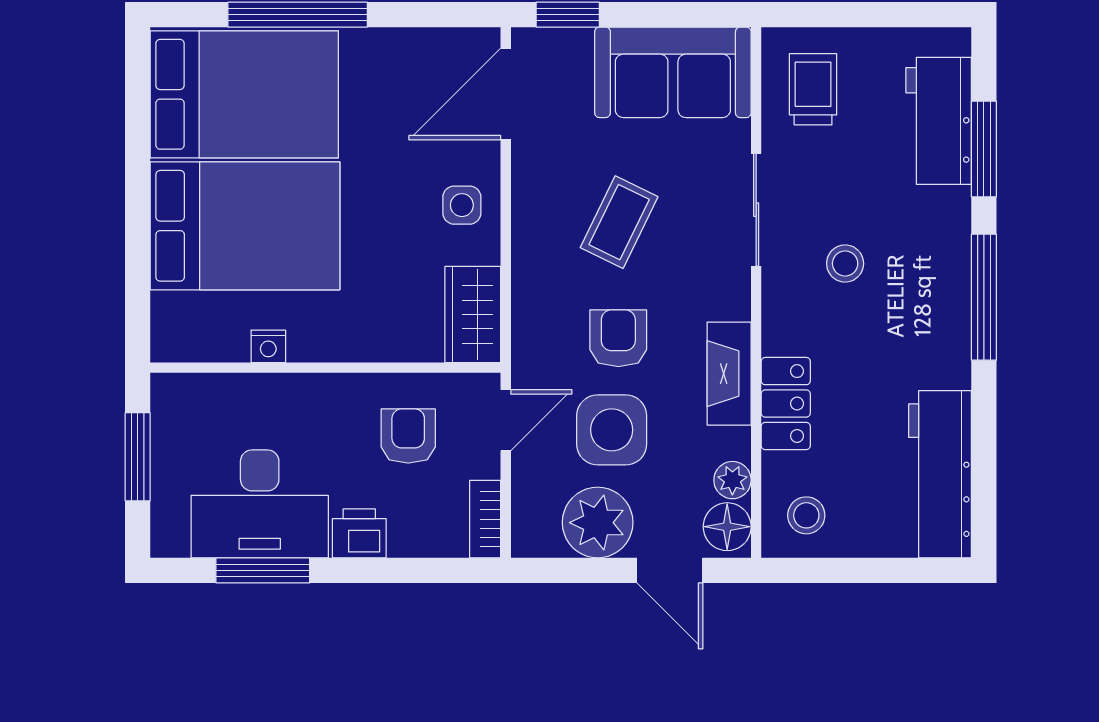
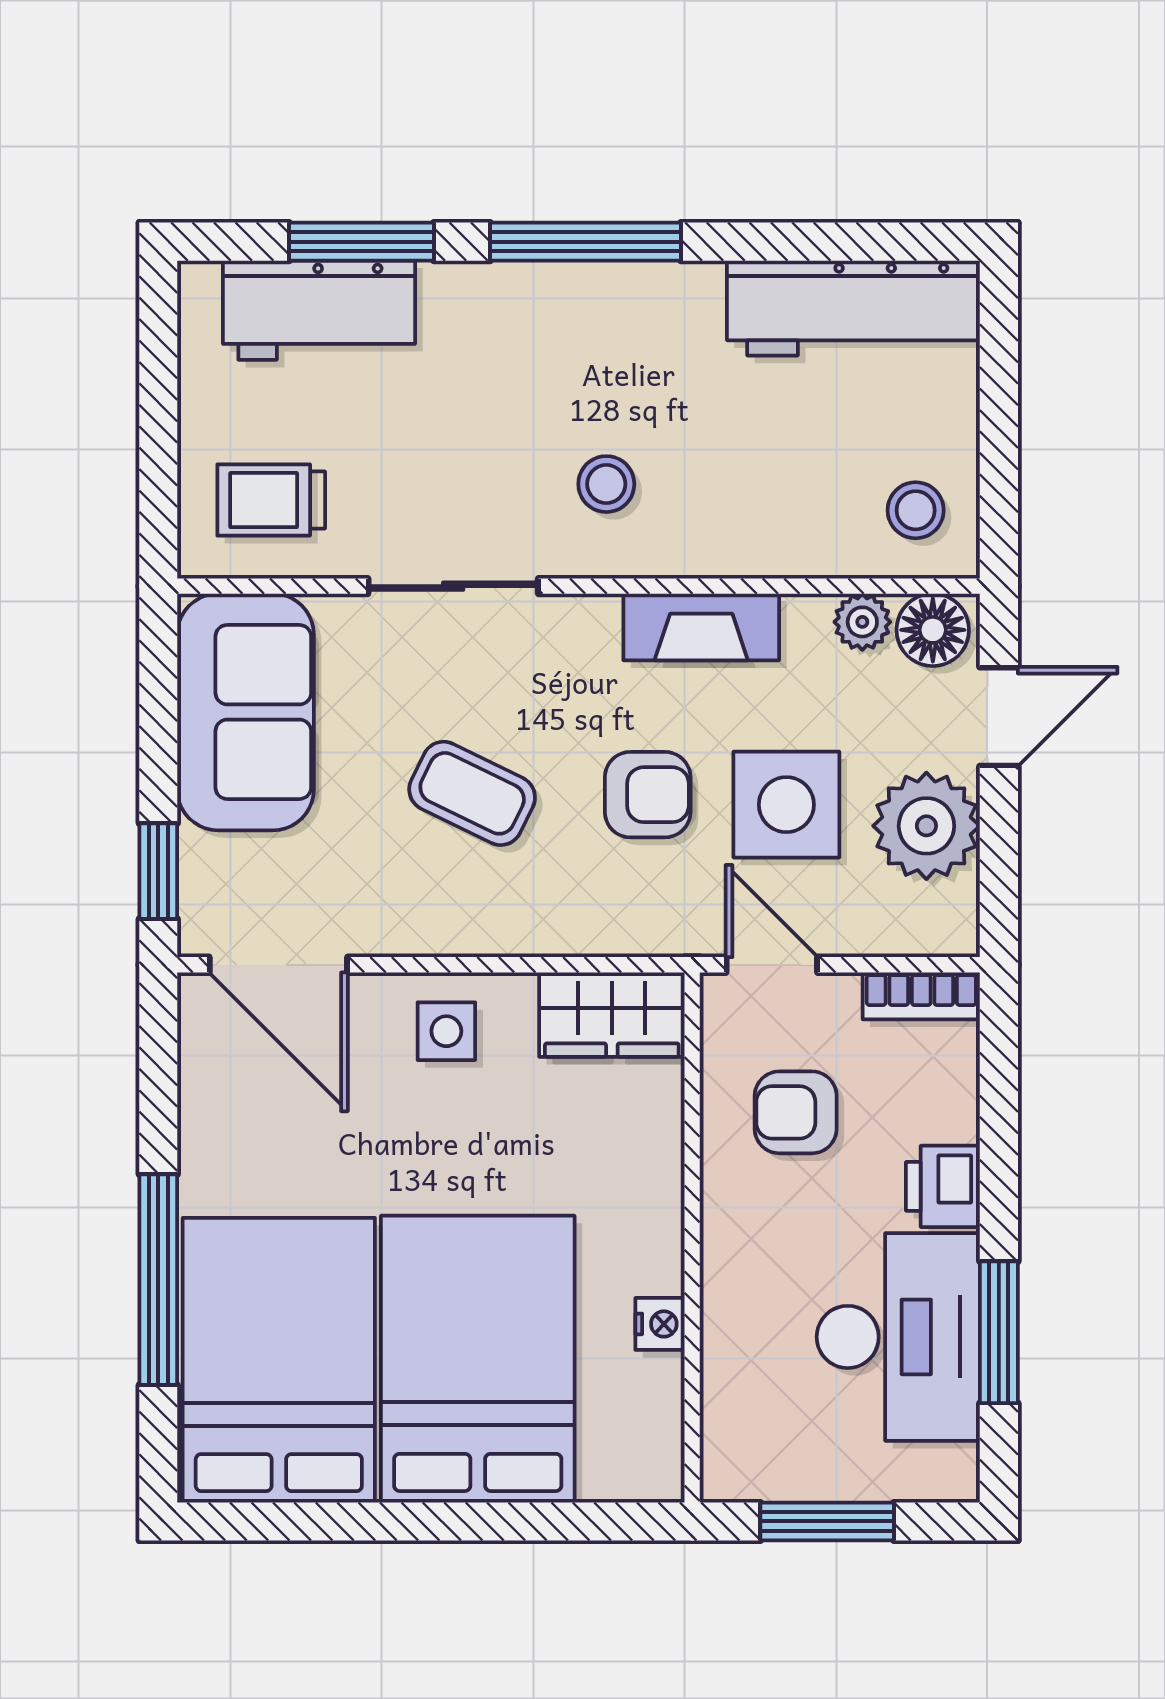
stool: (845, 263) -> (606, 484), moved
armchair: (618, 338) -> (648, 795), turned 180
locker: (786, 404) -> (747, 541), removed

